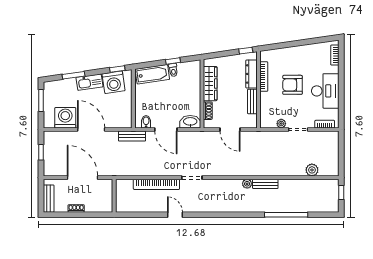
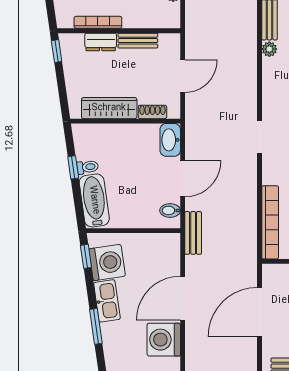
dresser: (252, 74) -> (101, 42), width x0.70
bookcase: (156, 184) -> (270, 222), moved

